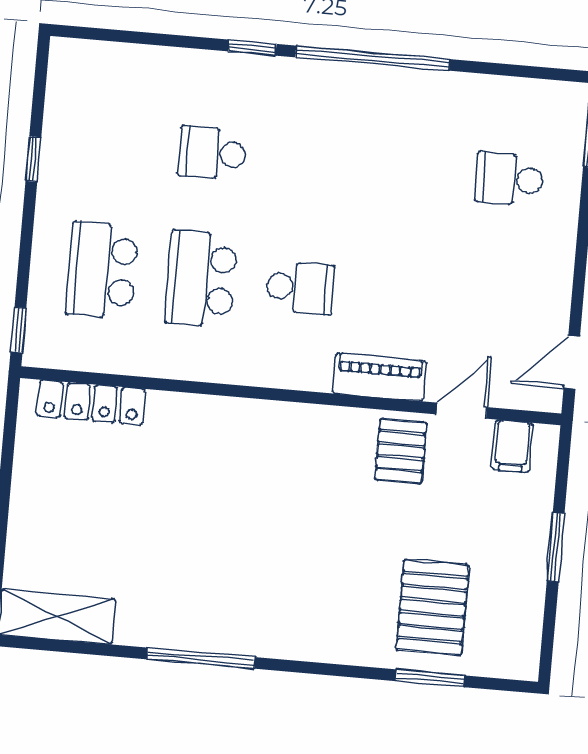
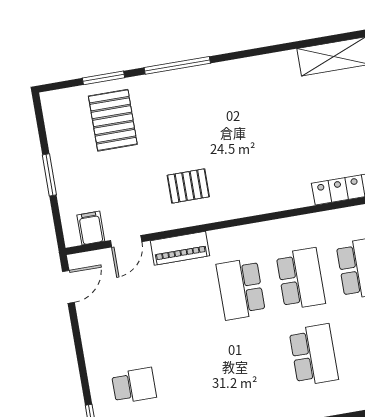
school desk: (212, 153) -> (314, 355), width x1.85
school desk: (300, 288) -> (241, 289), width x1.85
pallet: (401, 451) -> (188, 186), moved, turned 90
window: (201, 658) -> (177, 65), moved

